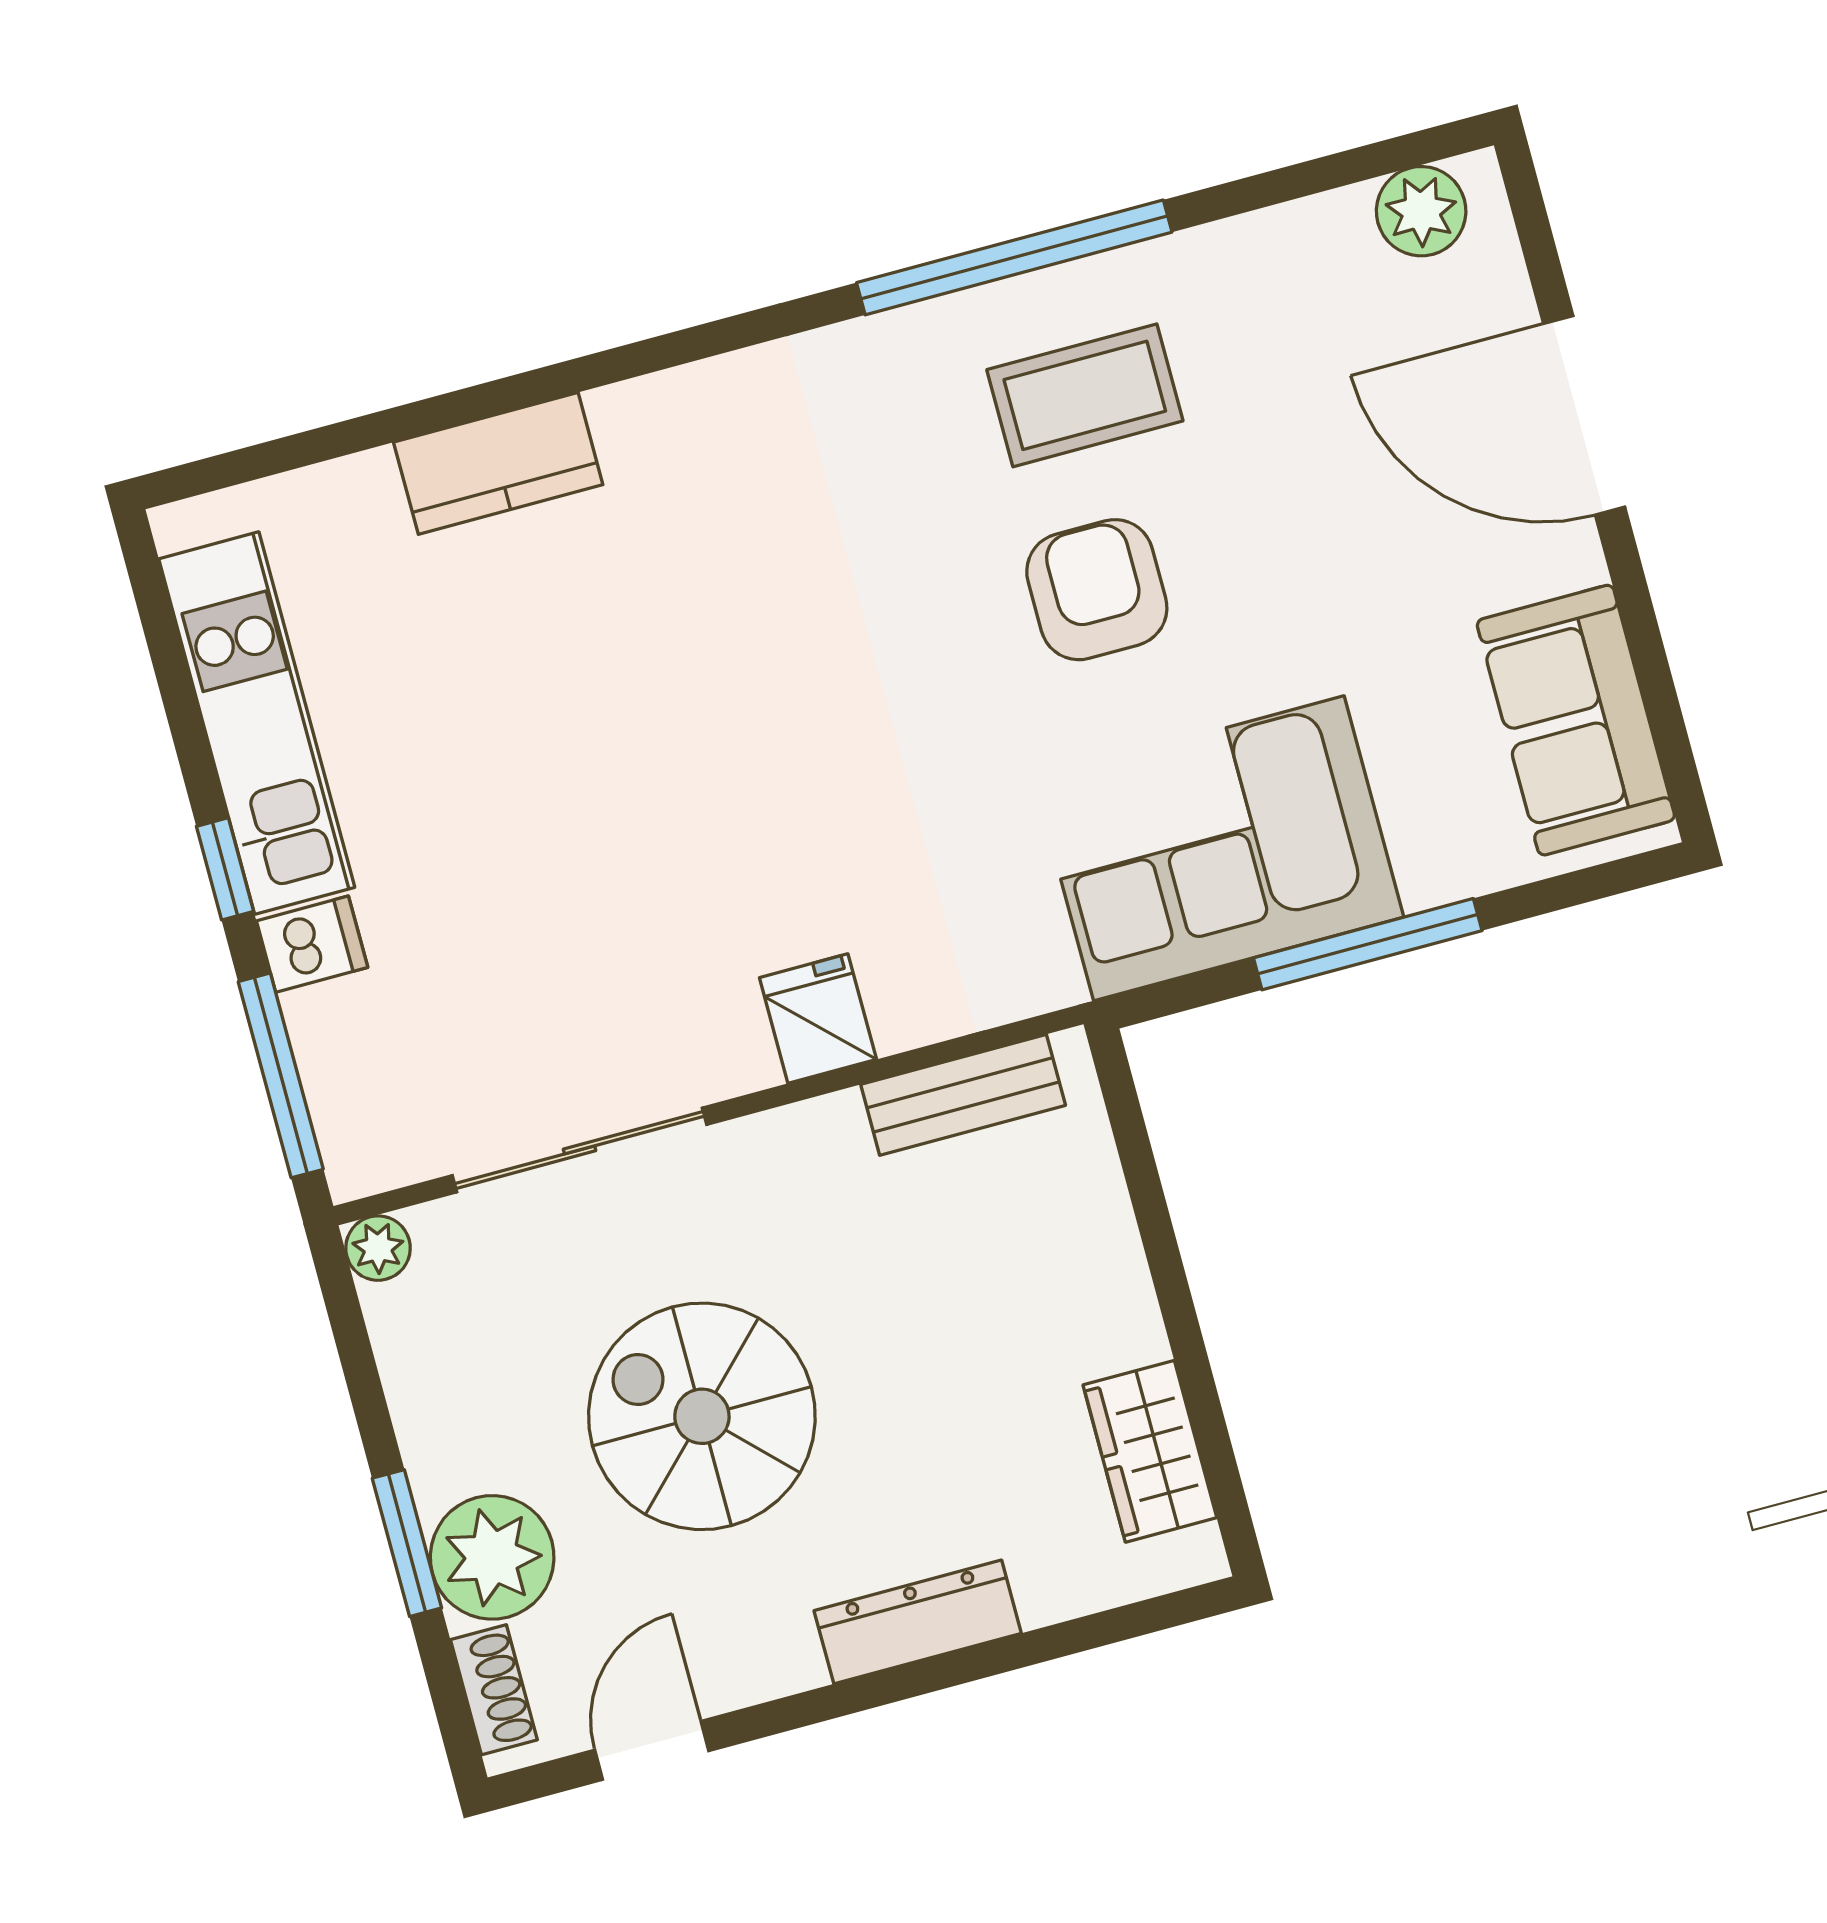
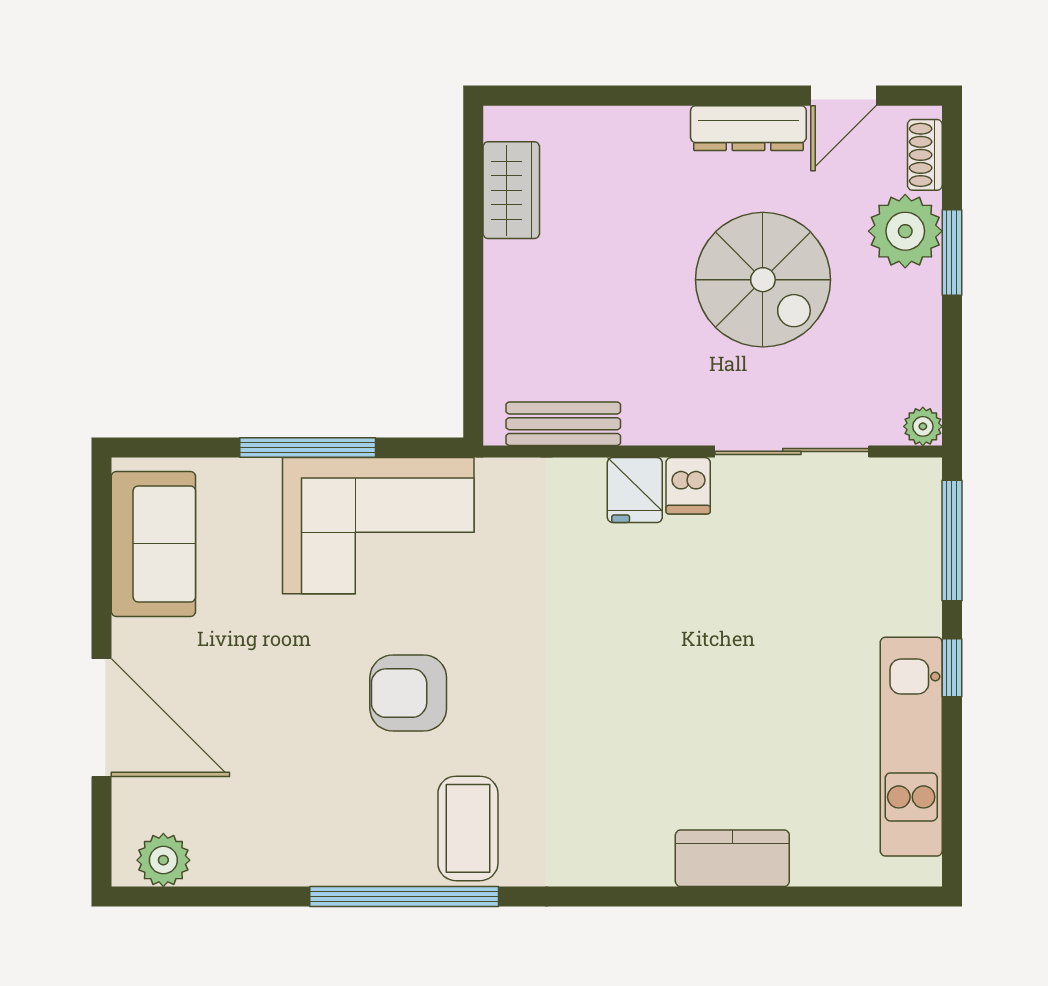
coffee table: (1085, 395) -> (468, 828), moved, turned 90
armchair: (1097, 590) -> (408, 693), turned 90
dishwasher: (312, 944) -> (688, 486), moved, turned -90
dresser: (918, 1622) -> (748, 128), moved

